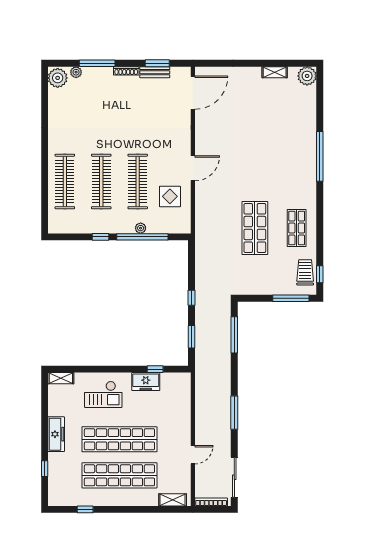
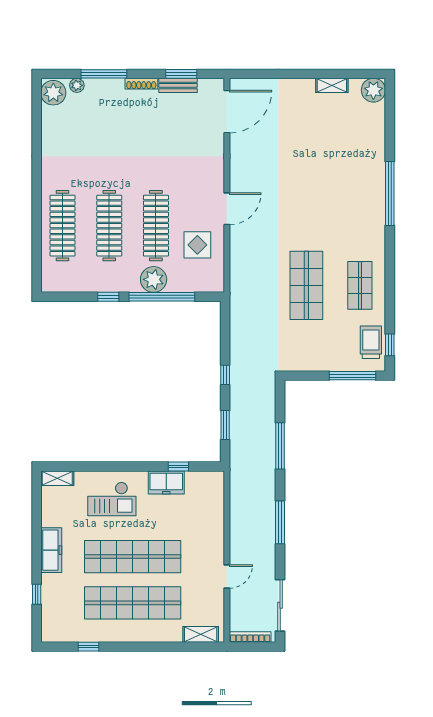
plant: (141, 228) -> (154, 279), width x1.88, depth x1.88
window: (234, 335) -> (280, 446), moved

